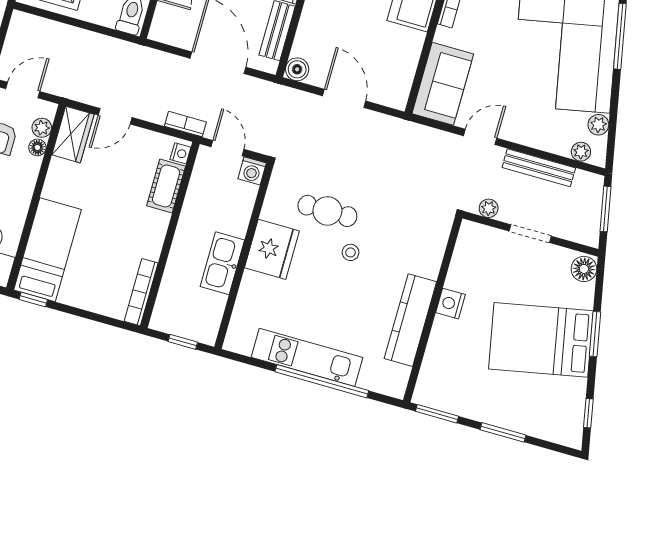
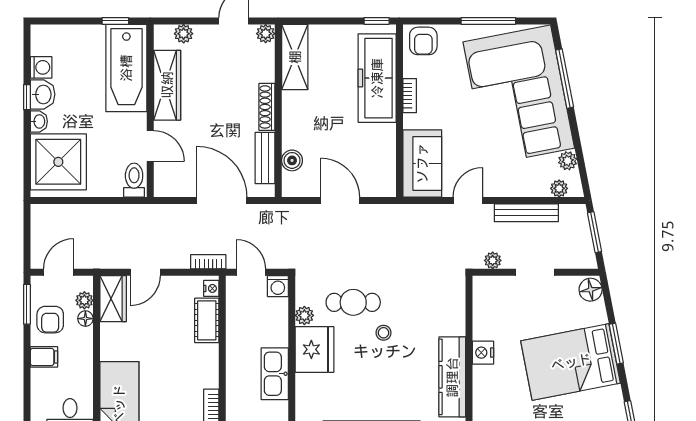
boiler: (297, 69) -> (292, 160), moved
plant: (271, 210) -> (304, 315), added

